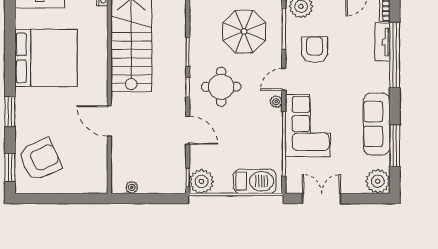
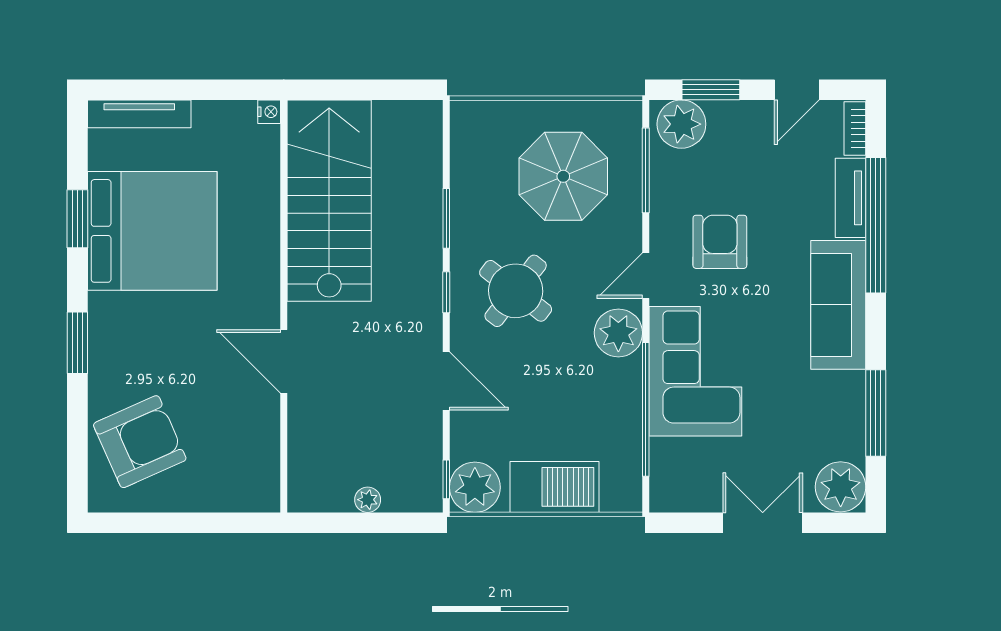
armchair: (315, 50) -> (720, 242), moved
round table: (221, 87) -> (516, 291), turned 38
plant: (276, 102) -> (618, 333), width x1.88, depth x1.88
sofa: (377, 124) -> (838, 305), moved
window: (10, 168) -> (77, 219), moved
barbecue: (255, 181) -> (555, 487), moved
plant: (132, 187) -> (368, 500), moved
double door: (322, 199) -> (763, 523), moved

